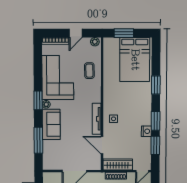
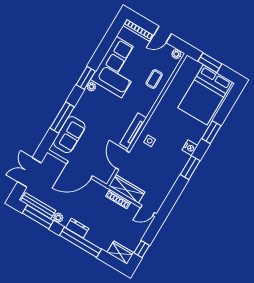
sofa: (51, 124) -> (69, 135), moved
nightstand: (146, 131) -> (190, 148), moved
window: (155, 145) -> (176, 192), removed

